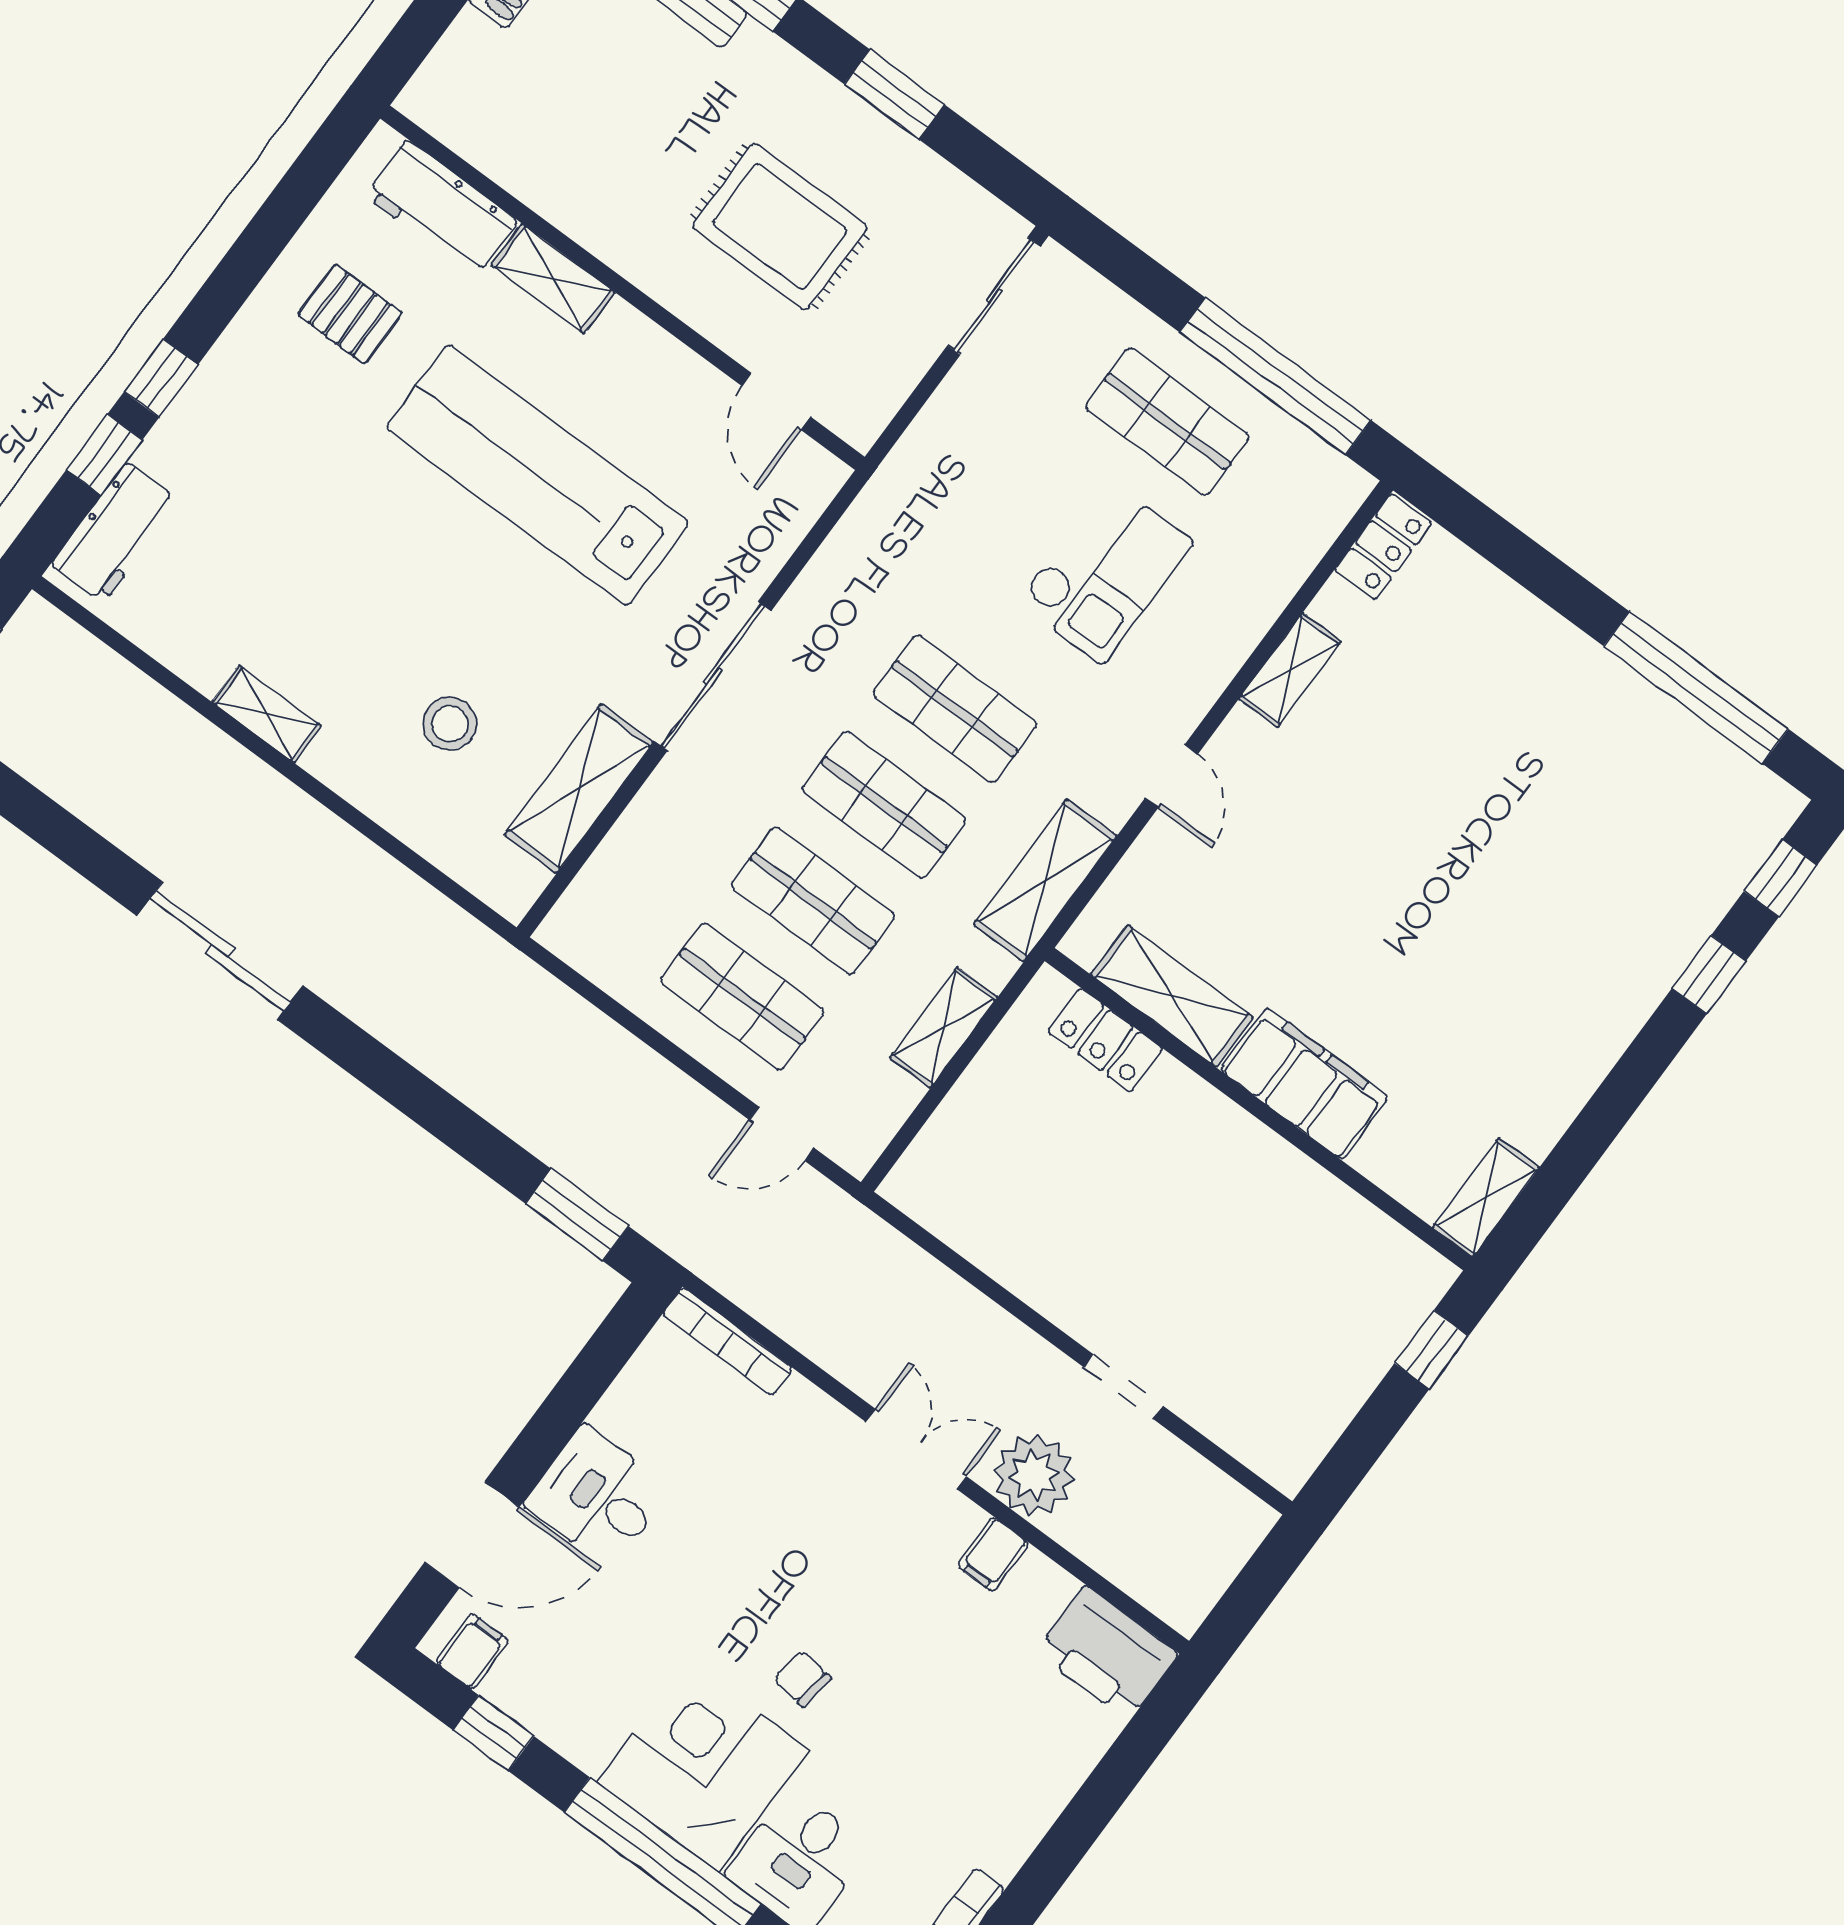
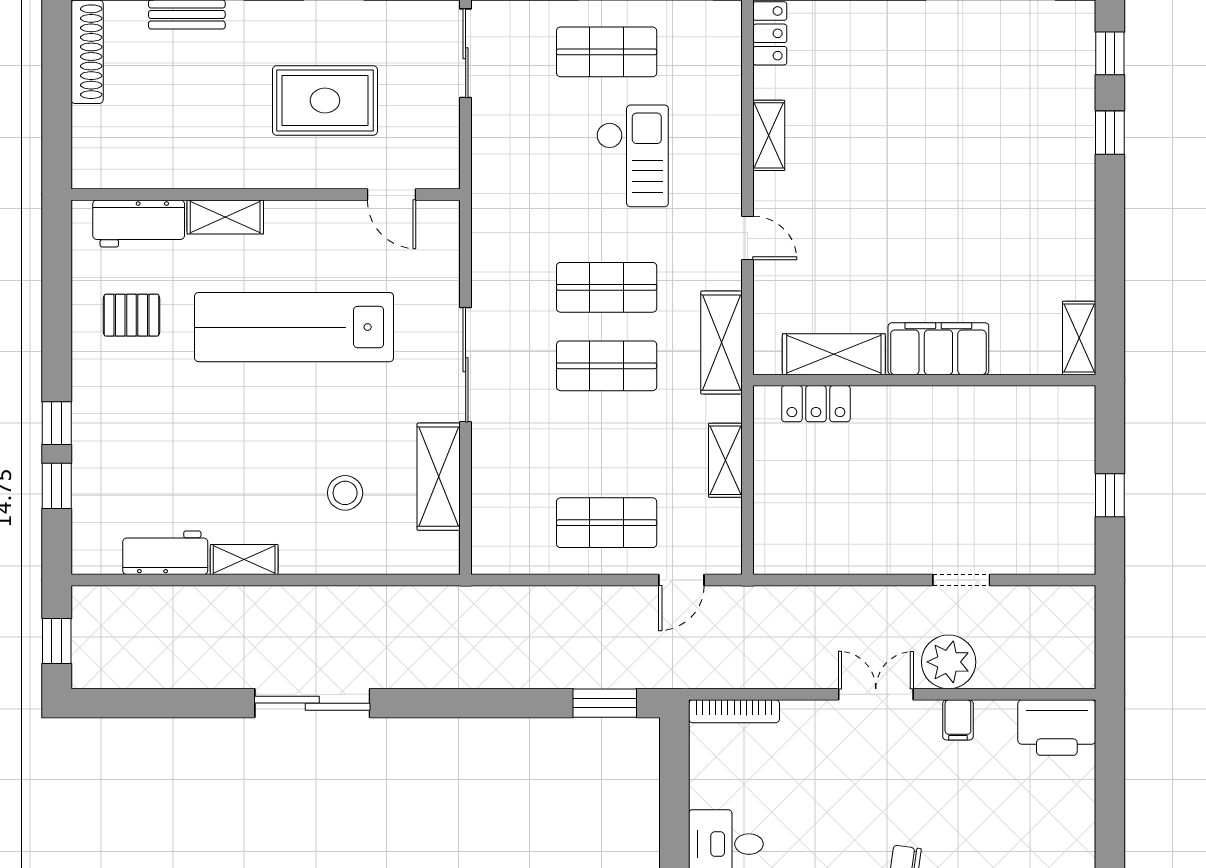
workbench: (115, 533) -> (165, 553), moved, turned -90
shop shelf: (813, 900) -> (607, 444), removed
window: (1432, 1350) -> (1110, 495), moved

